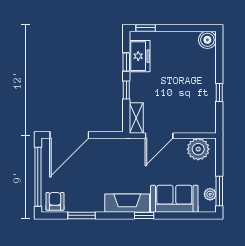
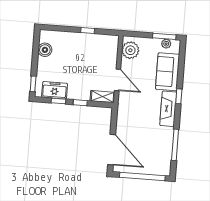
boiler: (207, 40) -> (45, 50), moved
armchair: (55, 201) -> (162, 165), removed
window: (82, 215) -> (175, 145), width x1.44

